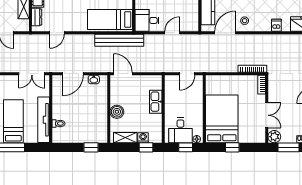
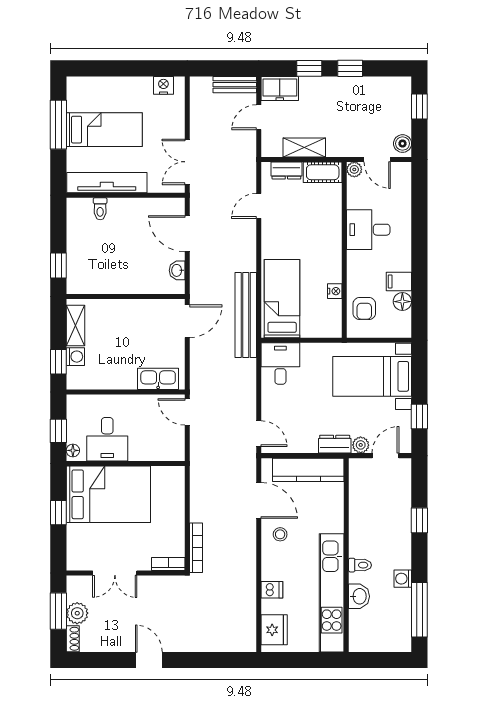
door: (57, 33) -> (259, 206), hinge flipped
door: (172, 33) -> (259, 434), moved
door: (187, 74) -> (187, 412), moved
kitchen sink: (156, 102) -> (158, 379), moved
boiler: (117, 112) -> (121, 311), removed
desk: (180, 130) -> (107, 439), moved, turned -90
plant: (274, 137) -> (77, 613), moved

